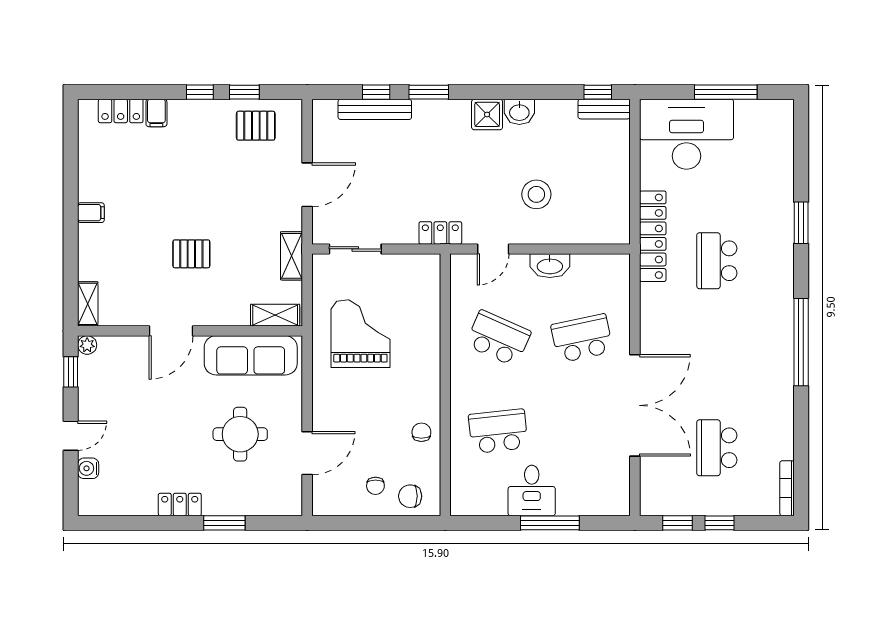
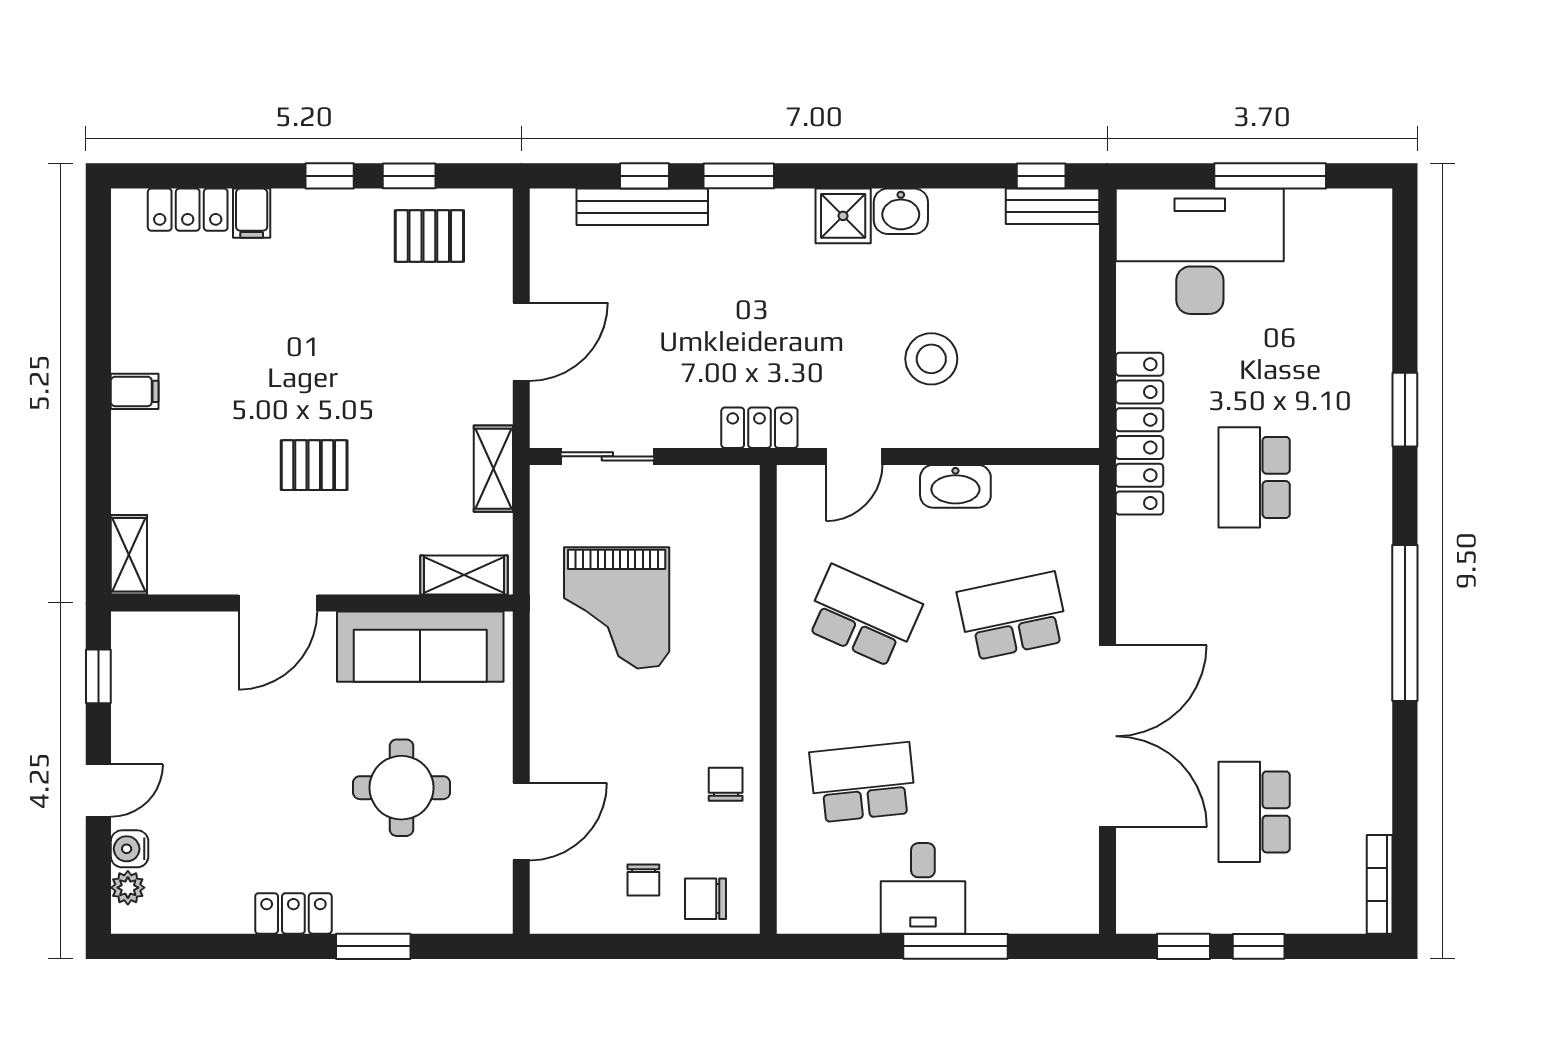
grand piano: (360, 334) -> (617, 608), turned 180
plant: (87, 345) -> (128, 888), moved

